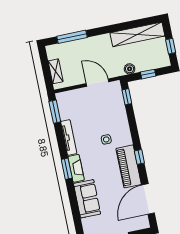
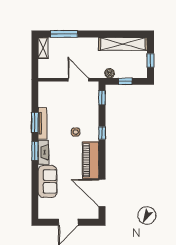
shelving: (56, 71) -> (43, 48), moved
window: (55, 112) -> (35, 123), moved
window: (139, 157) -> (102, 133), moved
door: (148, 199) -> (102, 193), hinge flipped

